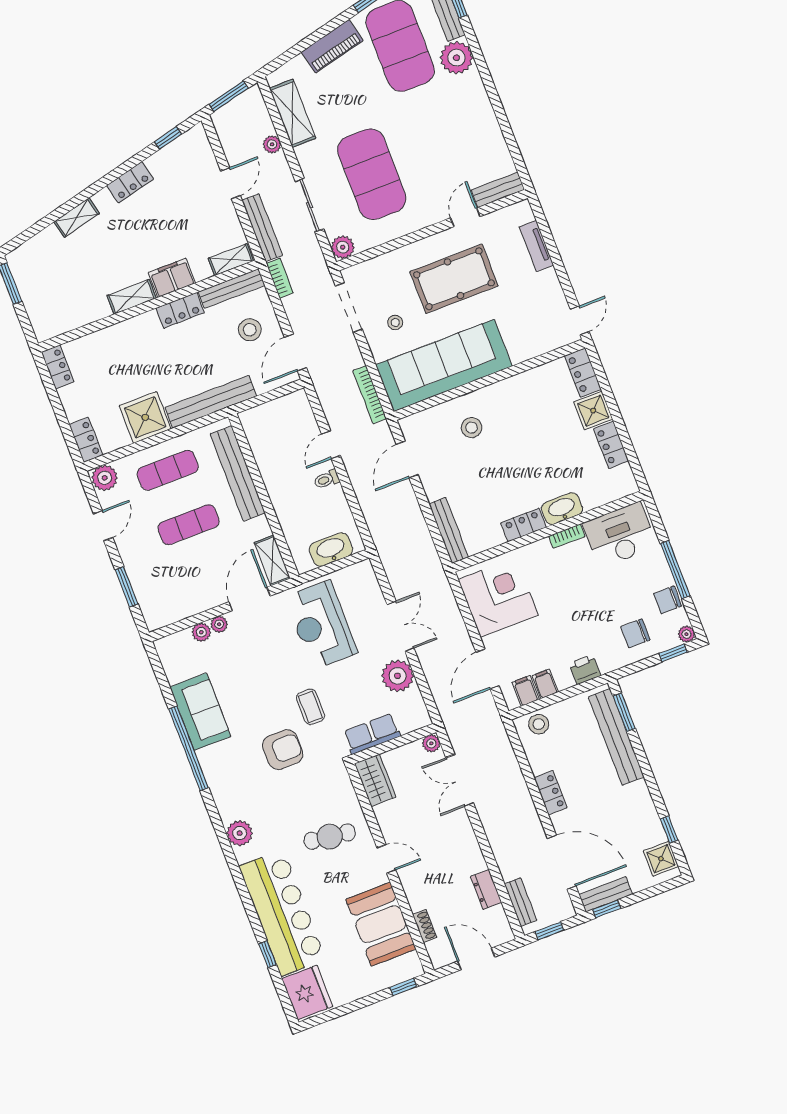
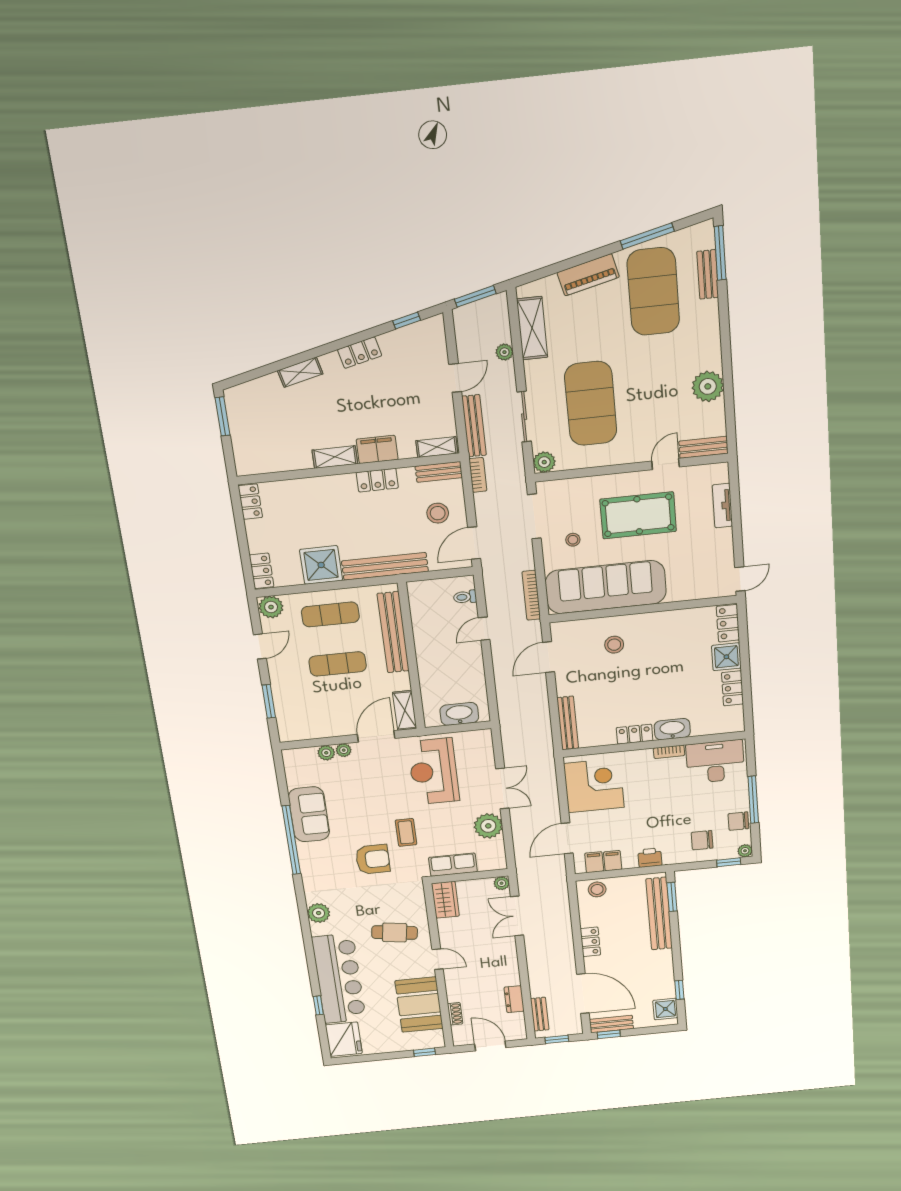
plant: (456, 58) -> (708, 386), moved
bench: (232, 288) -> (439, 472), width x0.73
toilet: (327, 479) -> (465, 597), moved

